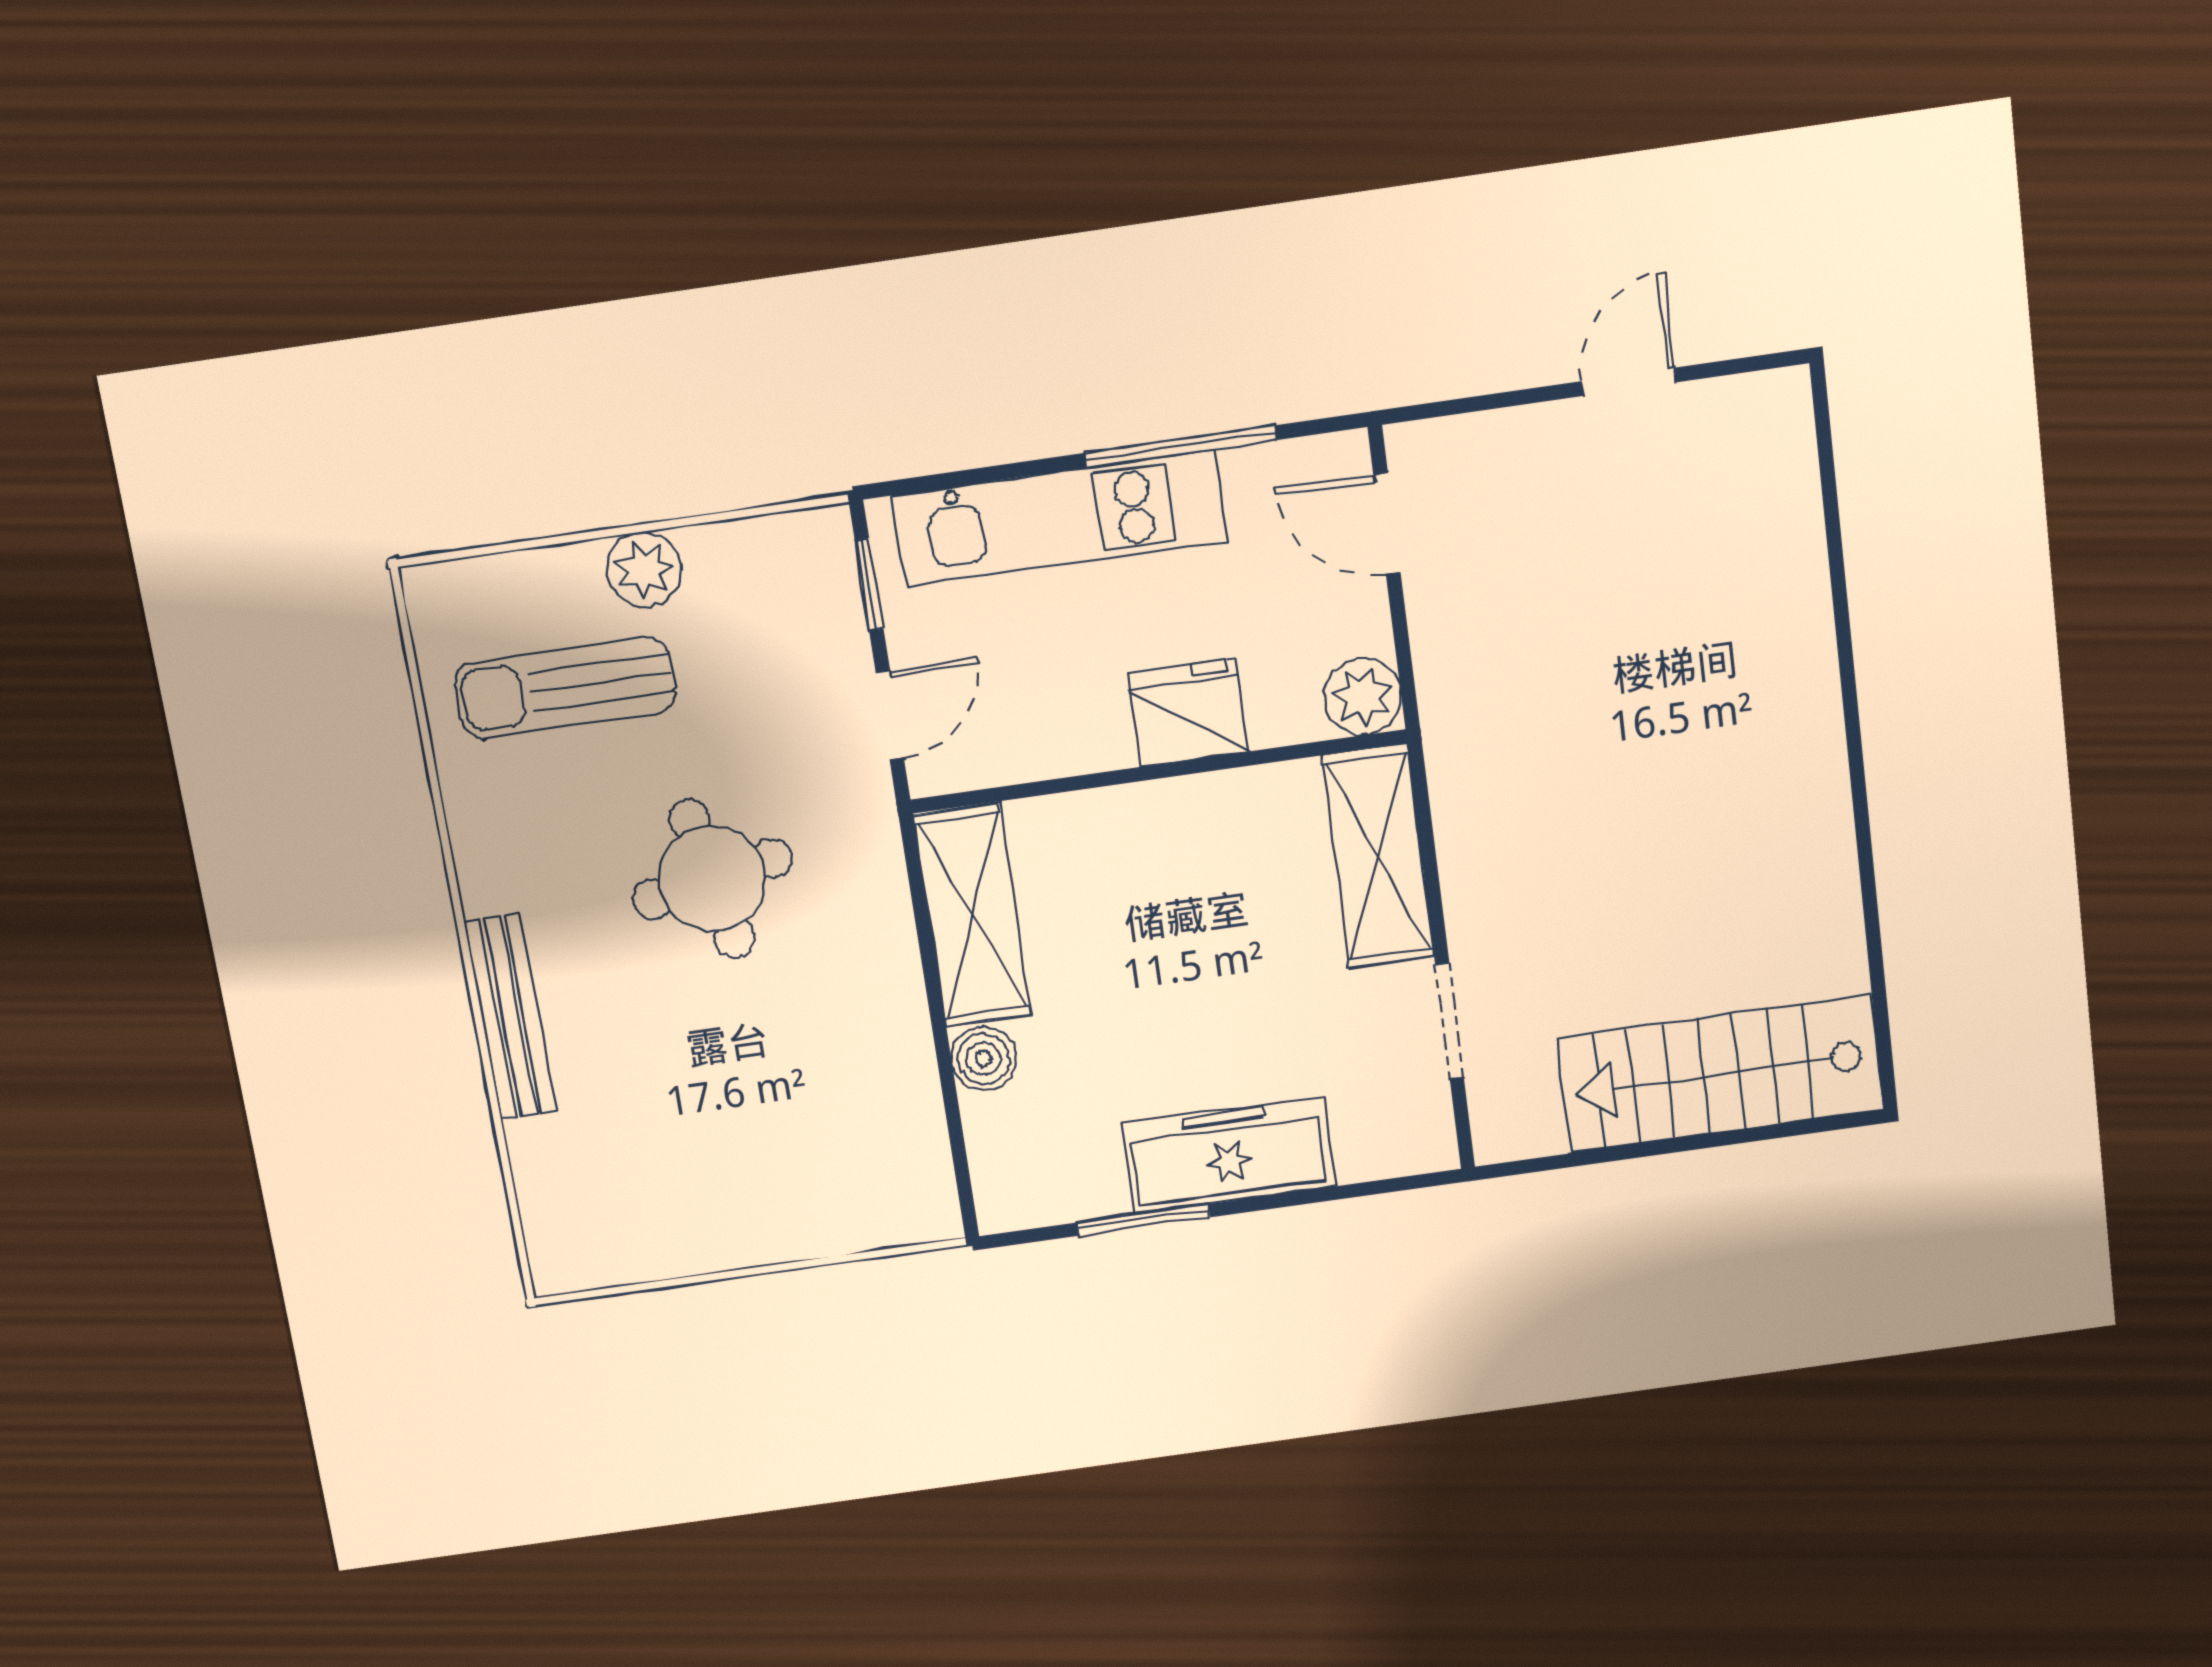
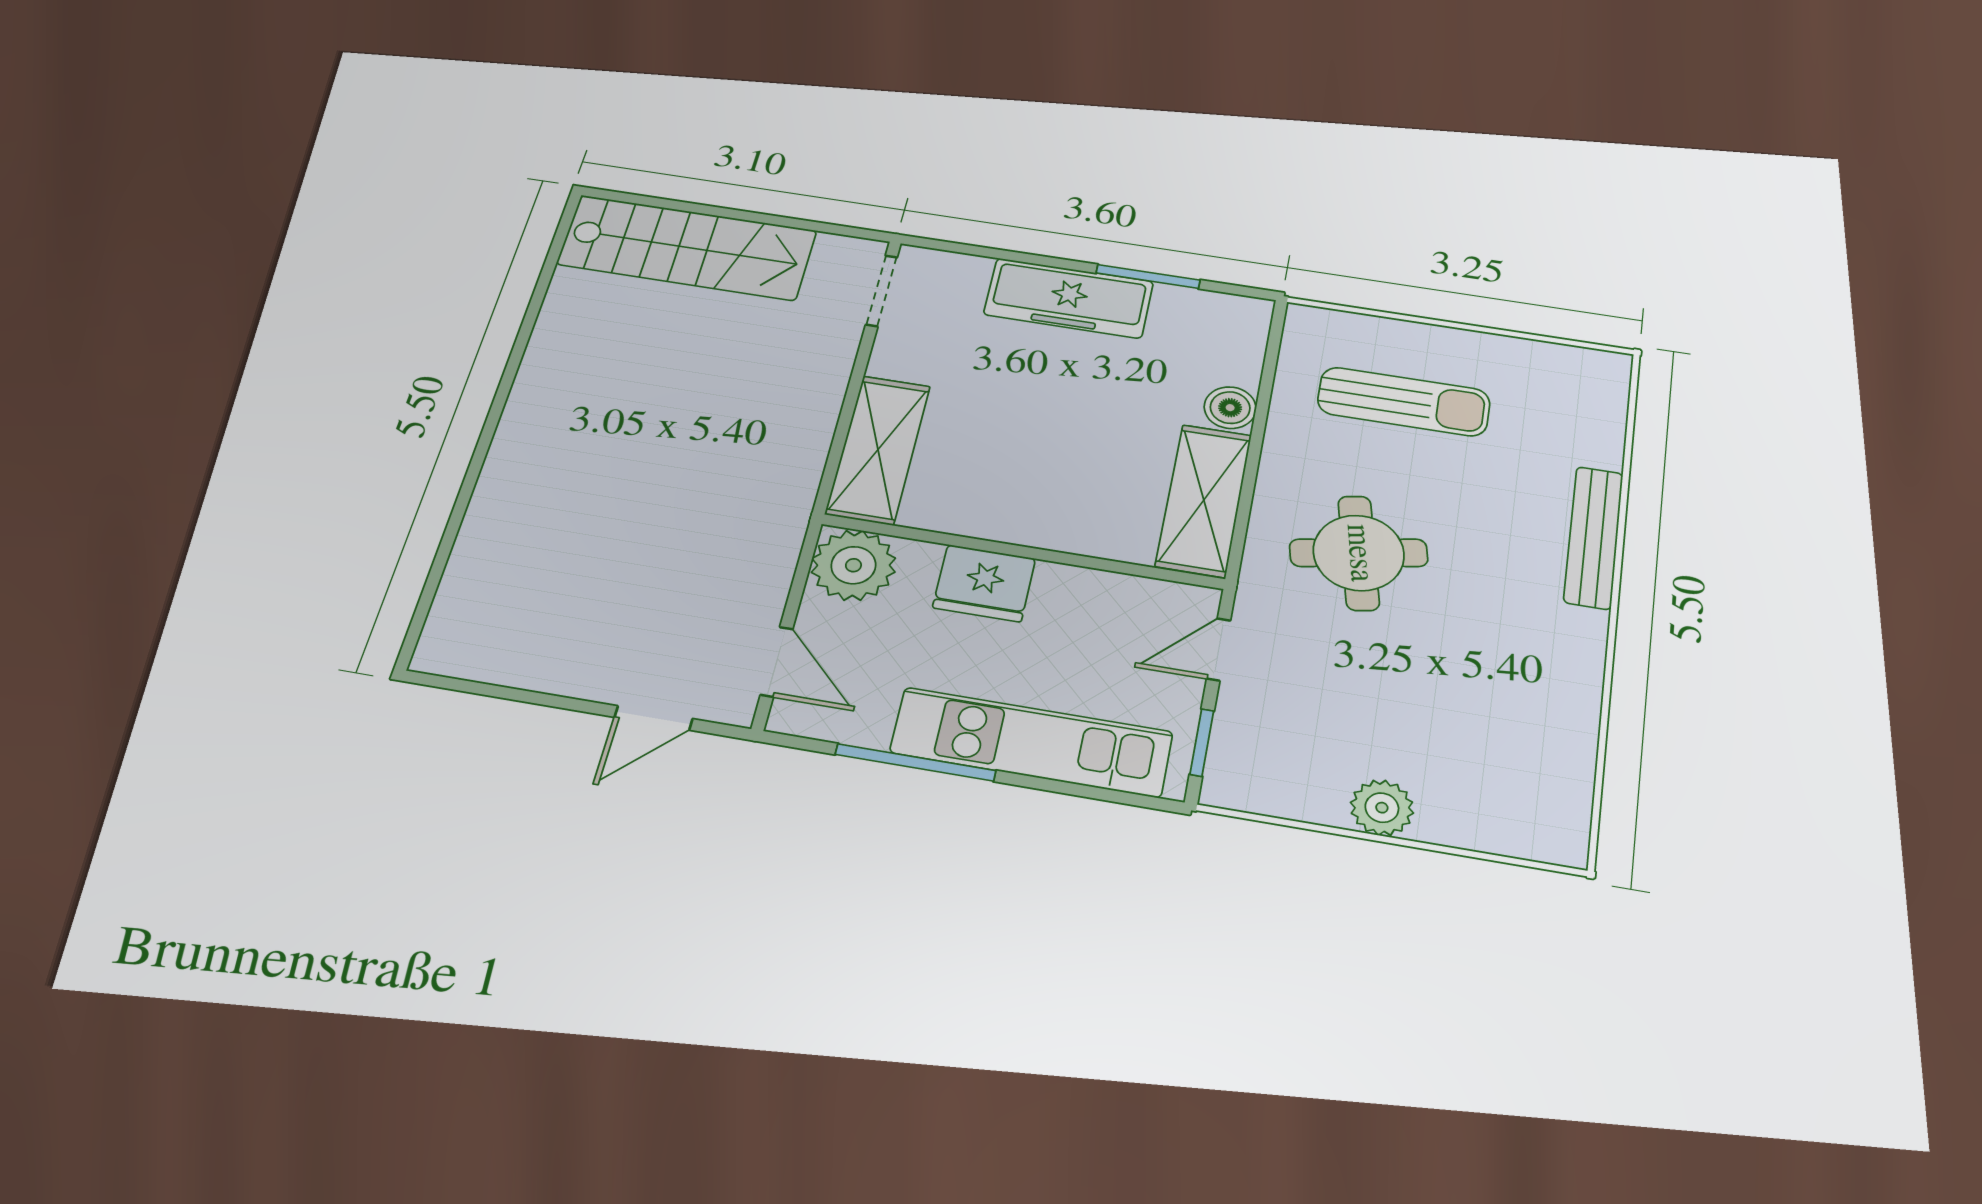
door: (1629, 382) -> (654, 718), moved
sun lounger: (565, 688) -> (1404, 402), moved
plant: (1363, 697) -> (853, 565), width x1.36, depth x1.36
round table: (712, 879) -> (1359, 553), moved
doorway: (1450, 1022) -> (882, 291), moved

